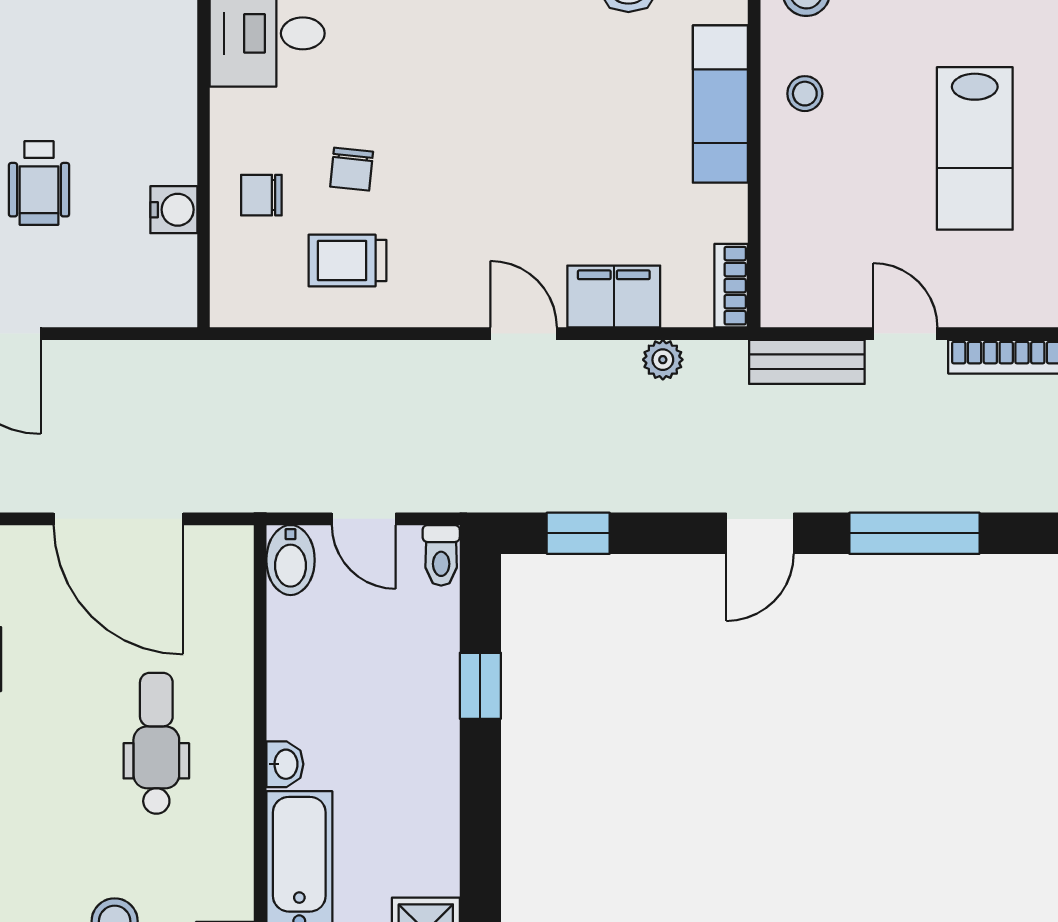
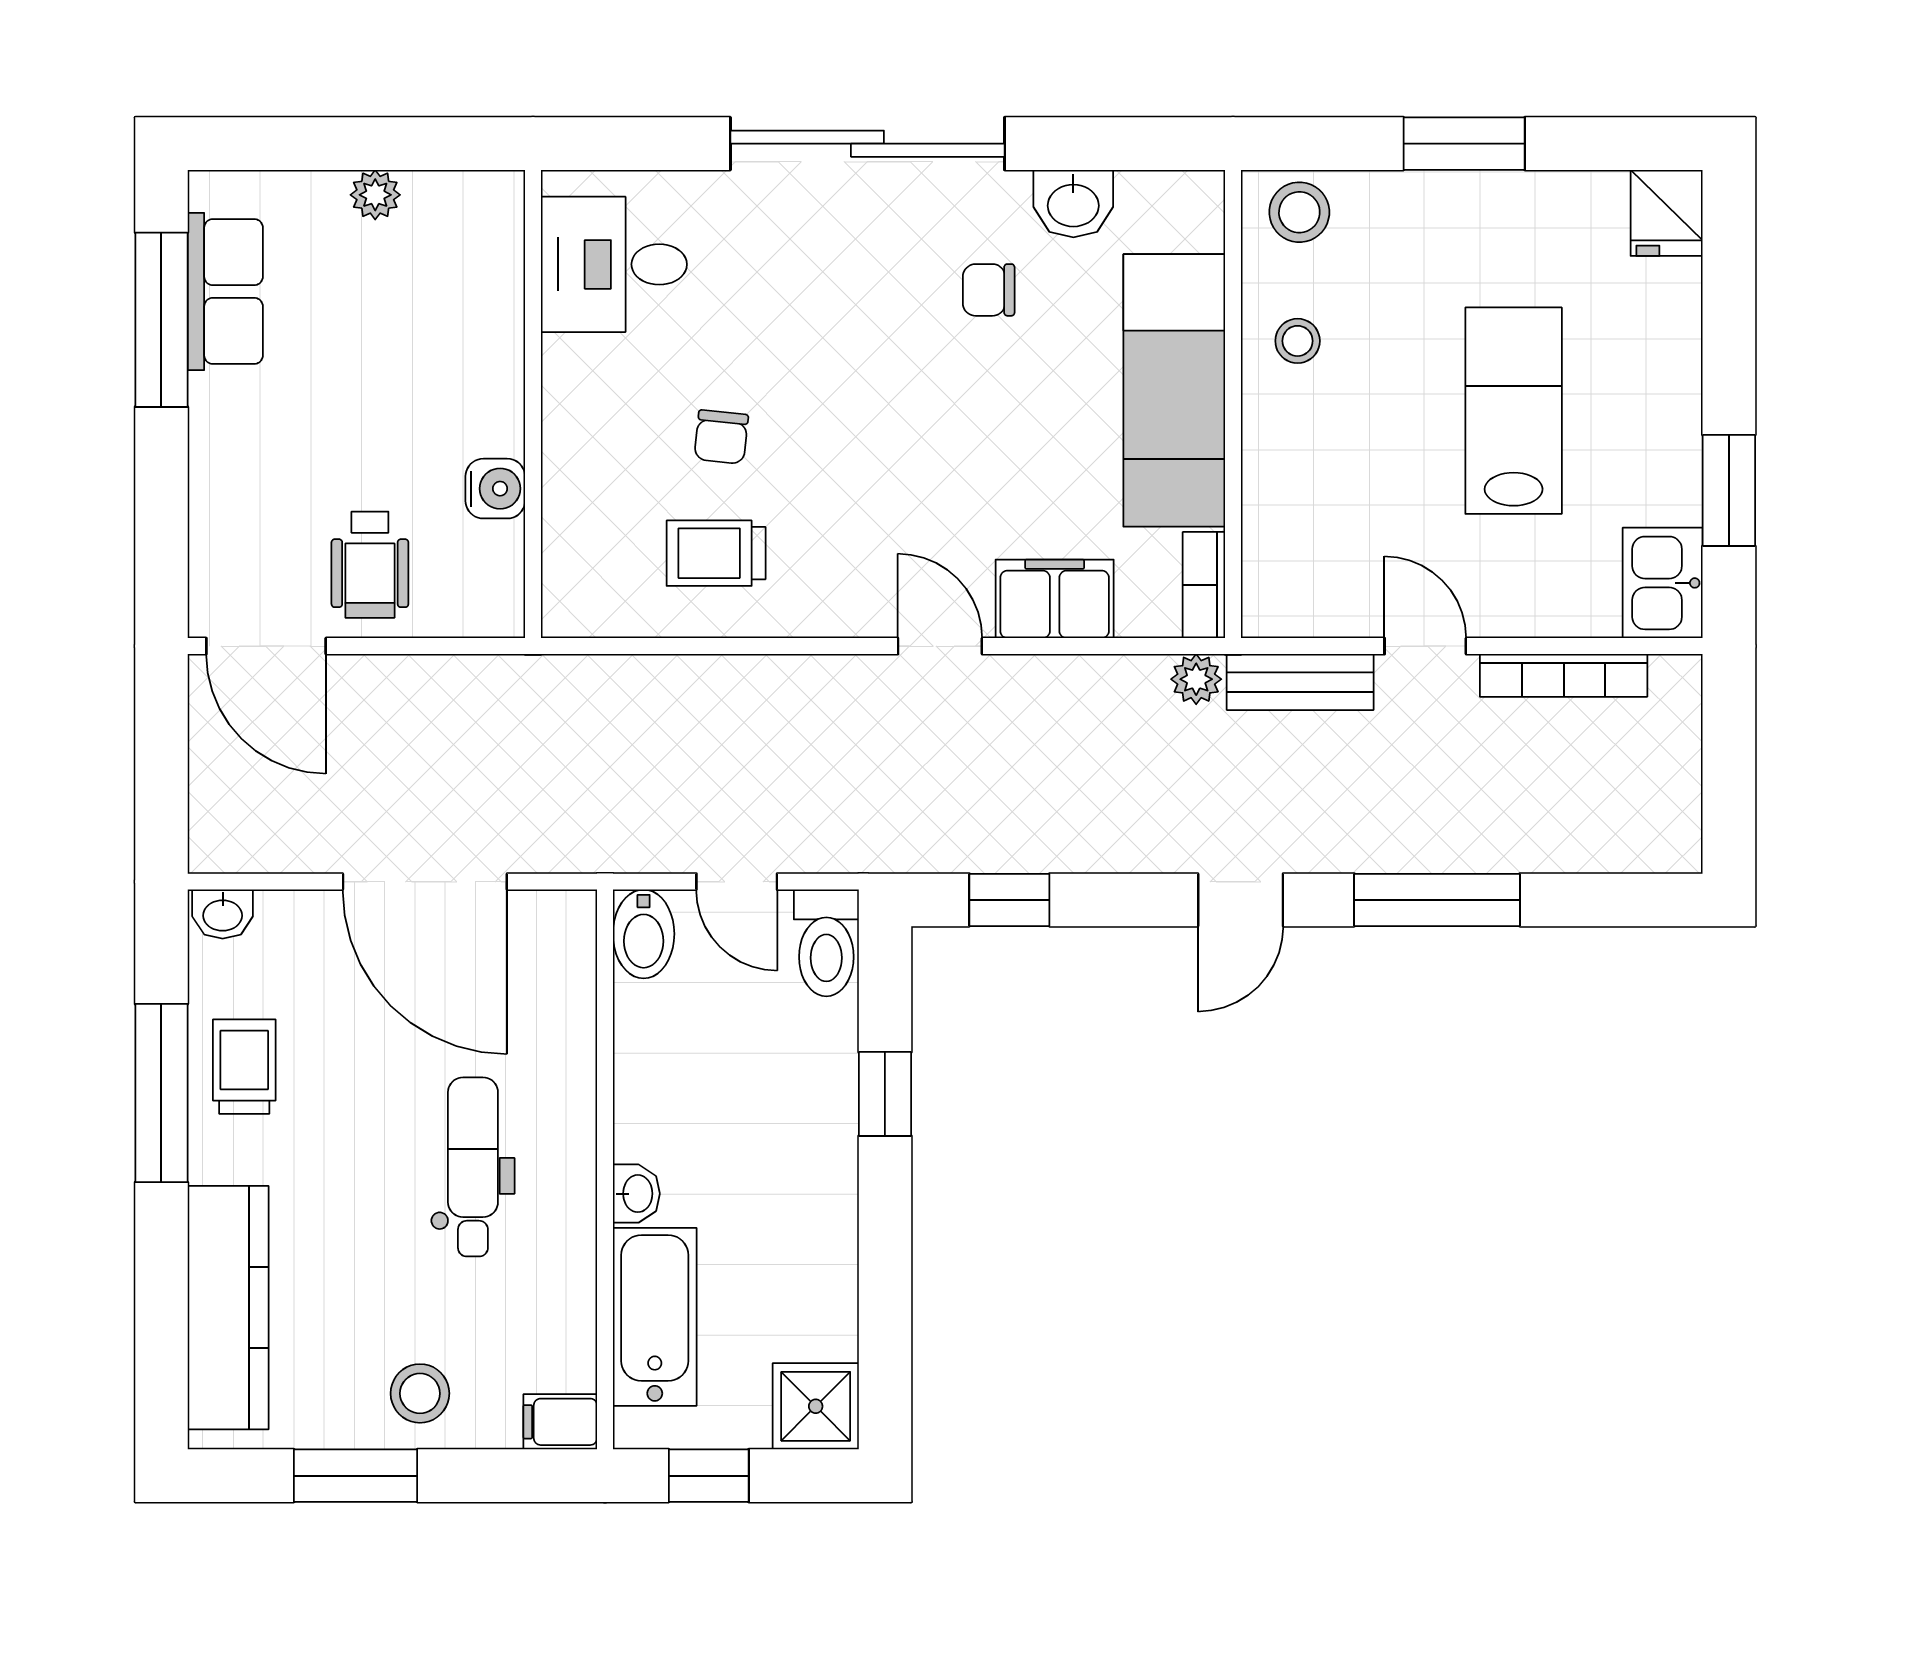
exam couch: (720, 104) -> (1174, 390), width x1.36, depth x1.45
lab bench: (975, 148) -> (1514, 411), turned 180
wheelchair: (39, 183) -> (370, 565), moved
chair: (261, 195) -> (989, 290), moved
plant: (663, 360) -> (1196, 679), moved
toilet: (441, 555) -> (826, 943), width x1.37, depth x1.39

